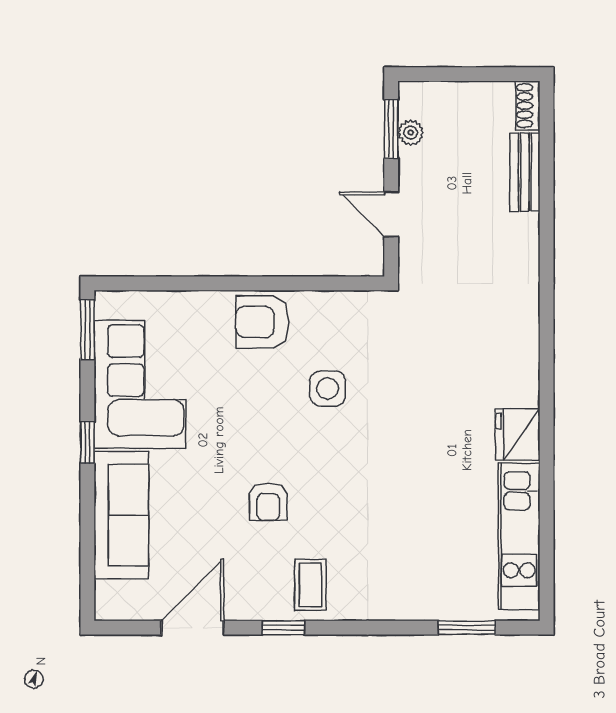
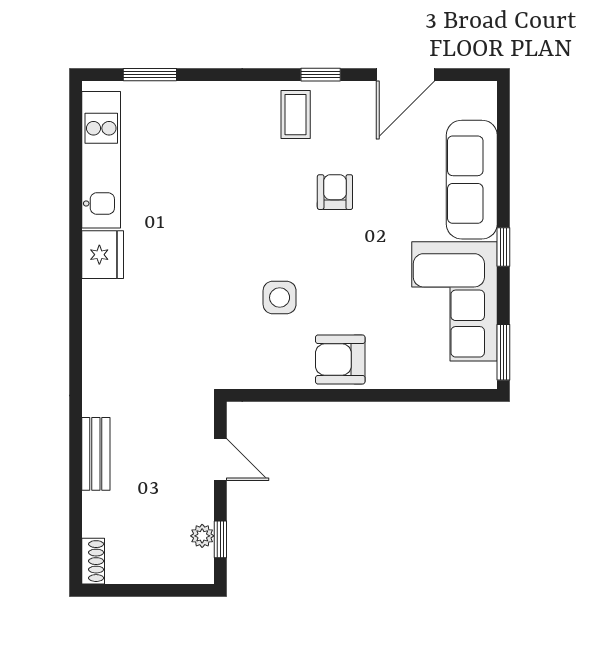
window: (391, 129) -> (220, 539), width x0.67
bench: (525, 172) -> (96, 454), moved
armchair: (262, 322) -> (340, 360), turned 180

